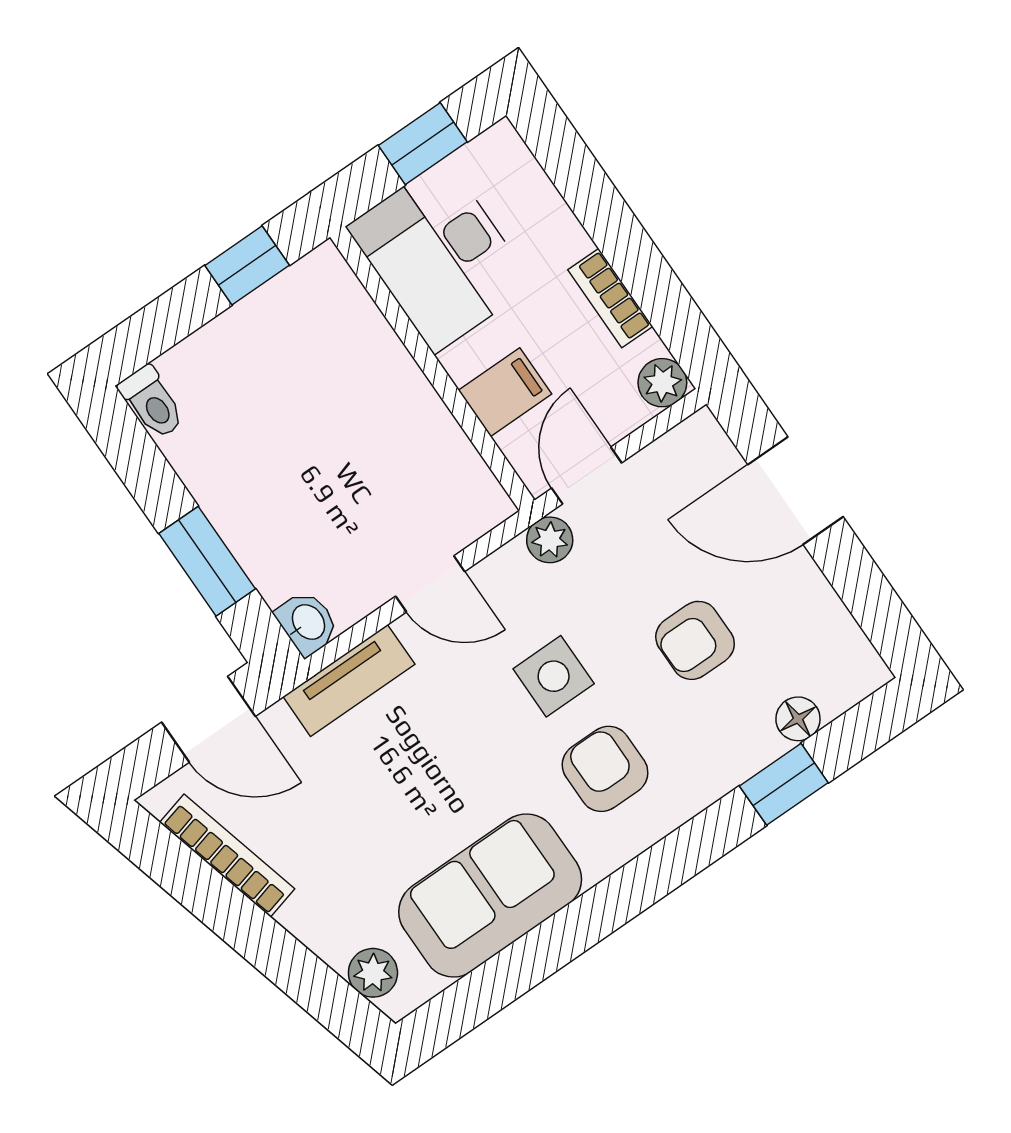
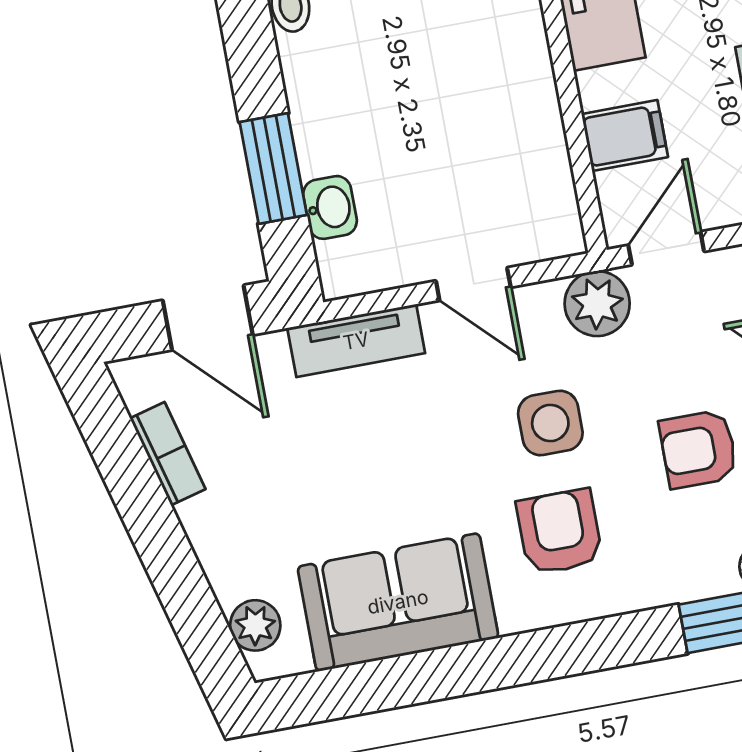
plant: (550, 540) -> (597, 304), width x1.38, depth x1.38
washbasin: (307, 623) -> (330, 207), moved
bookcase: (227, 856) -> (168, 454), width x0.64

